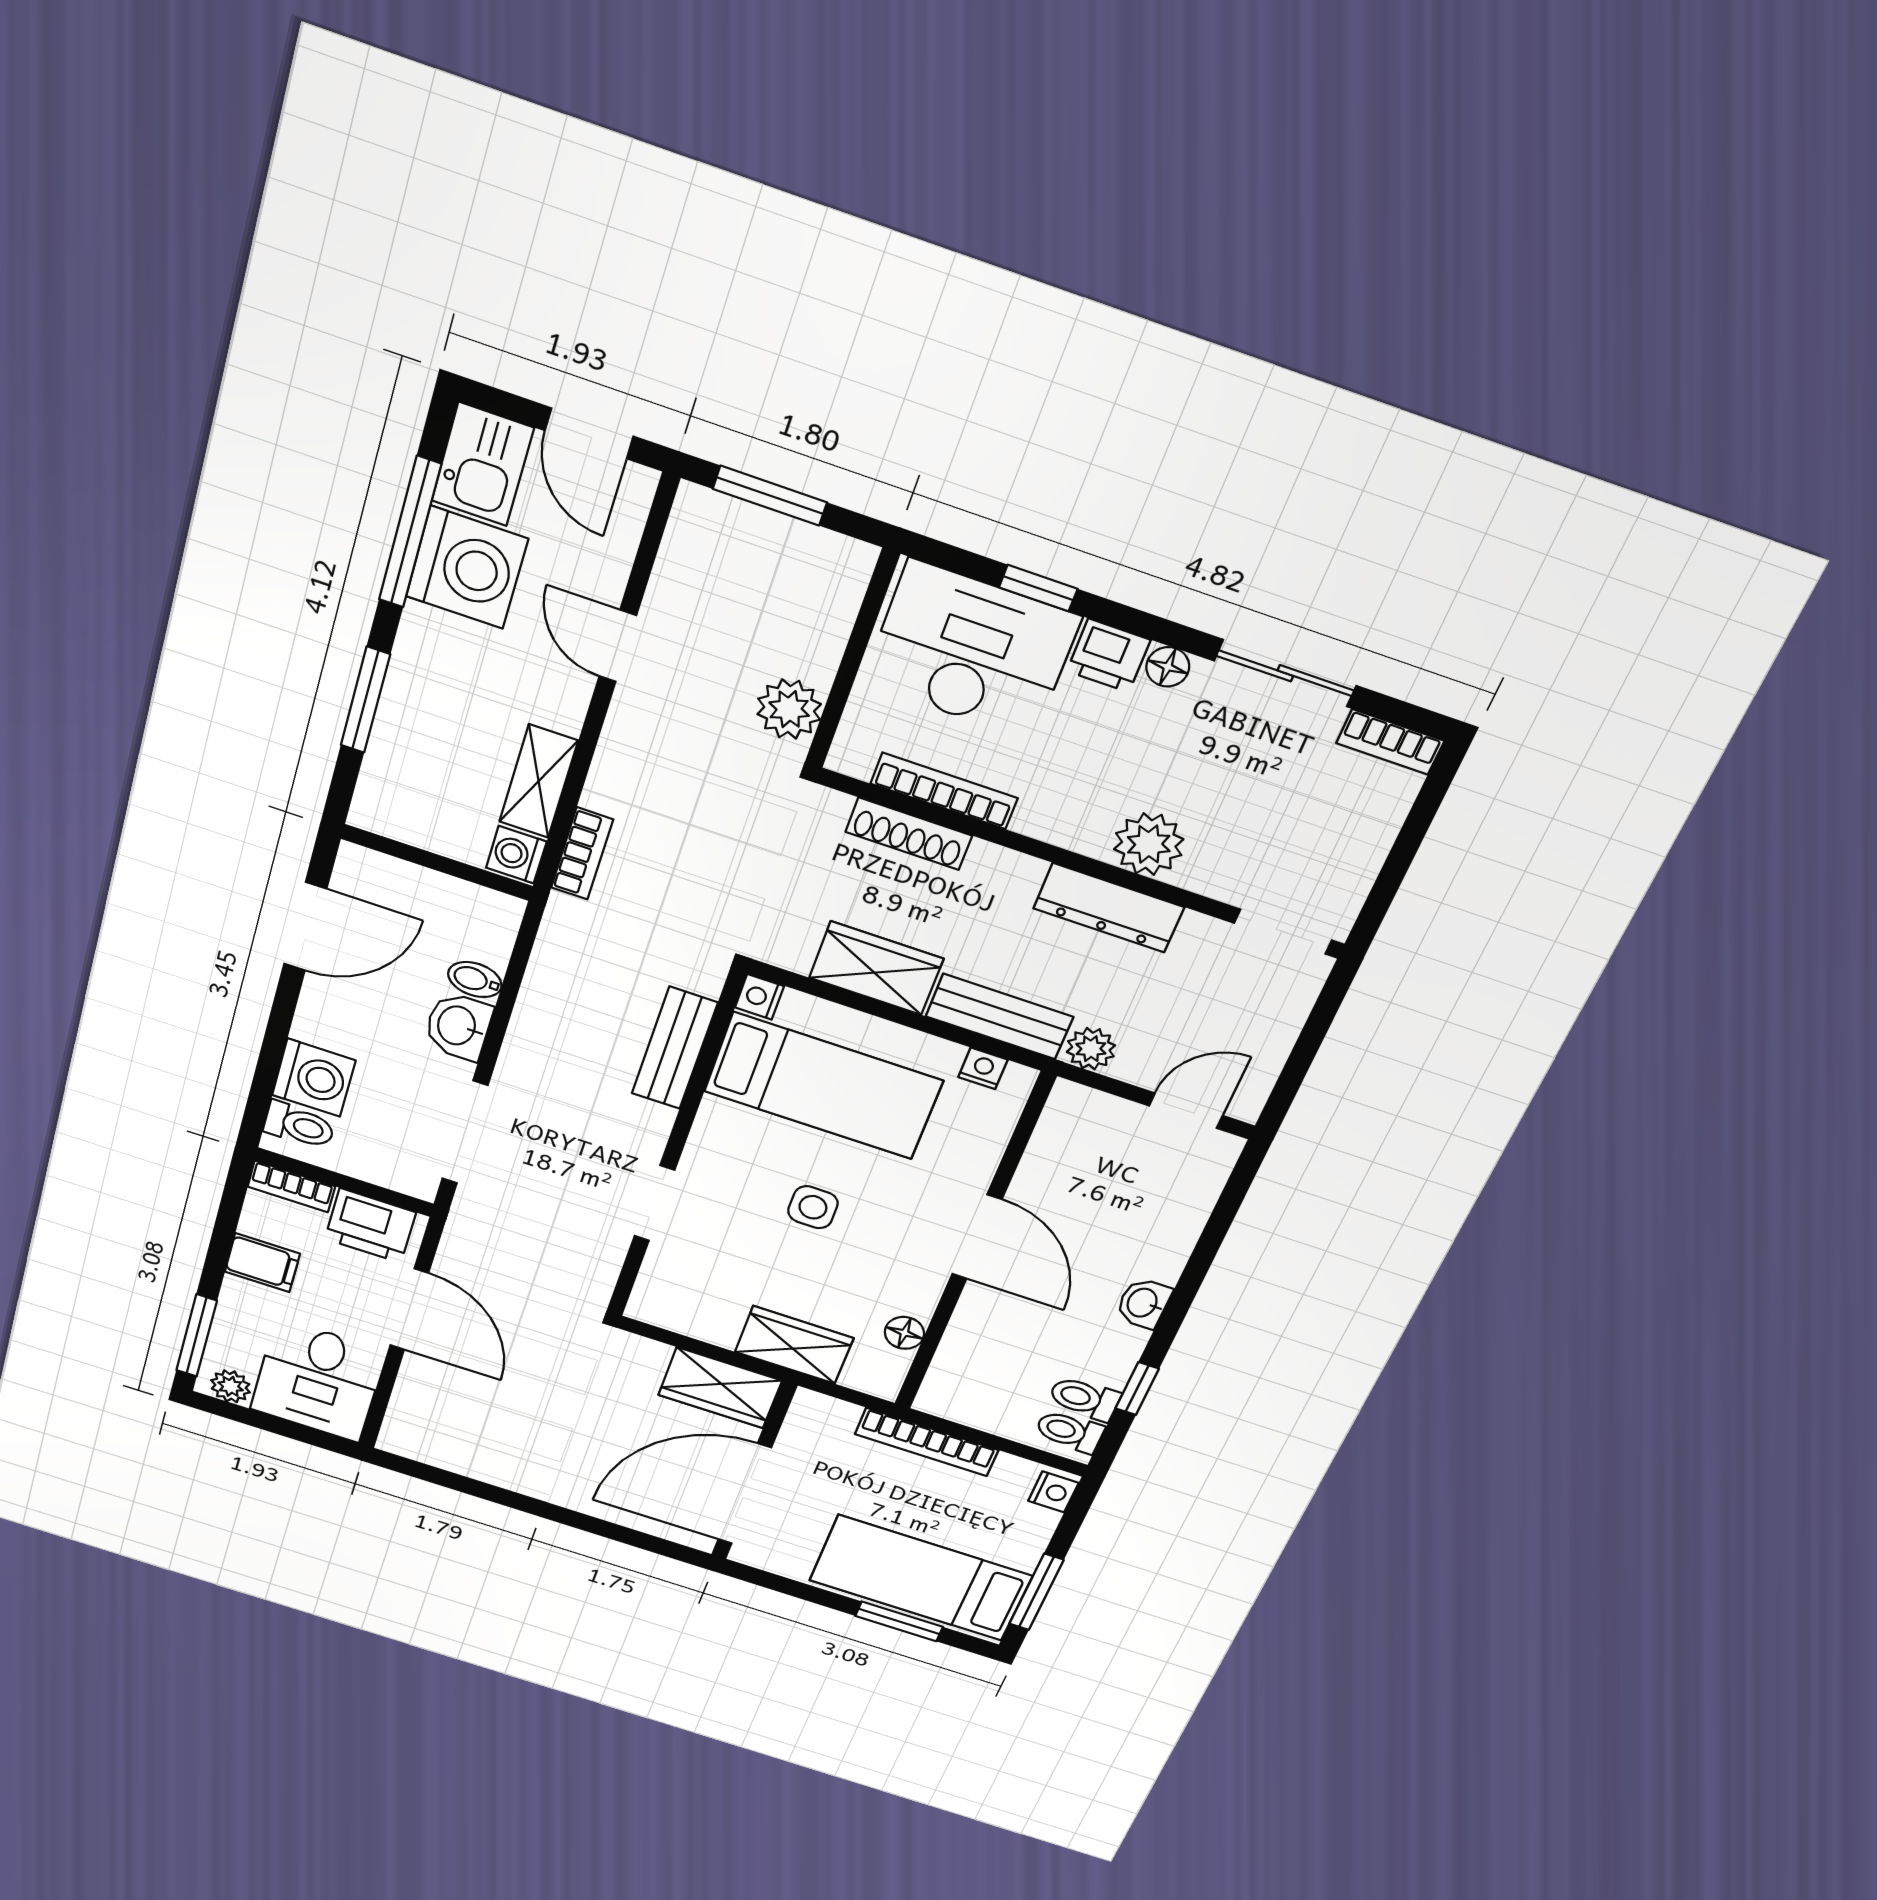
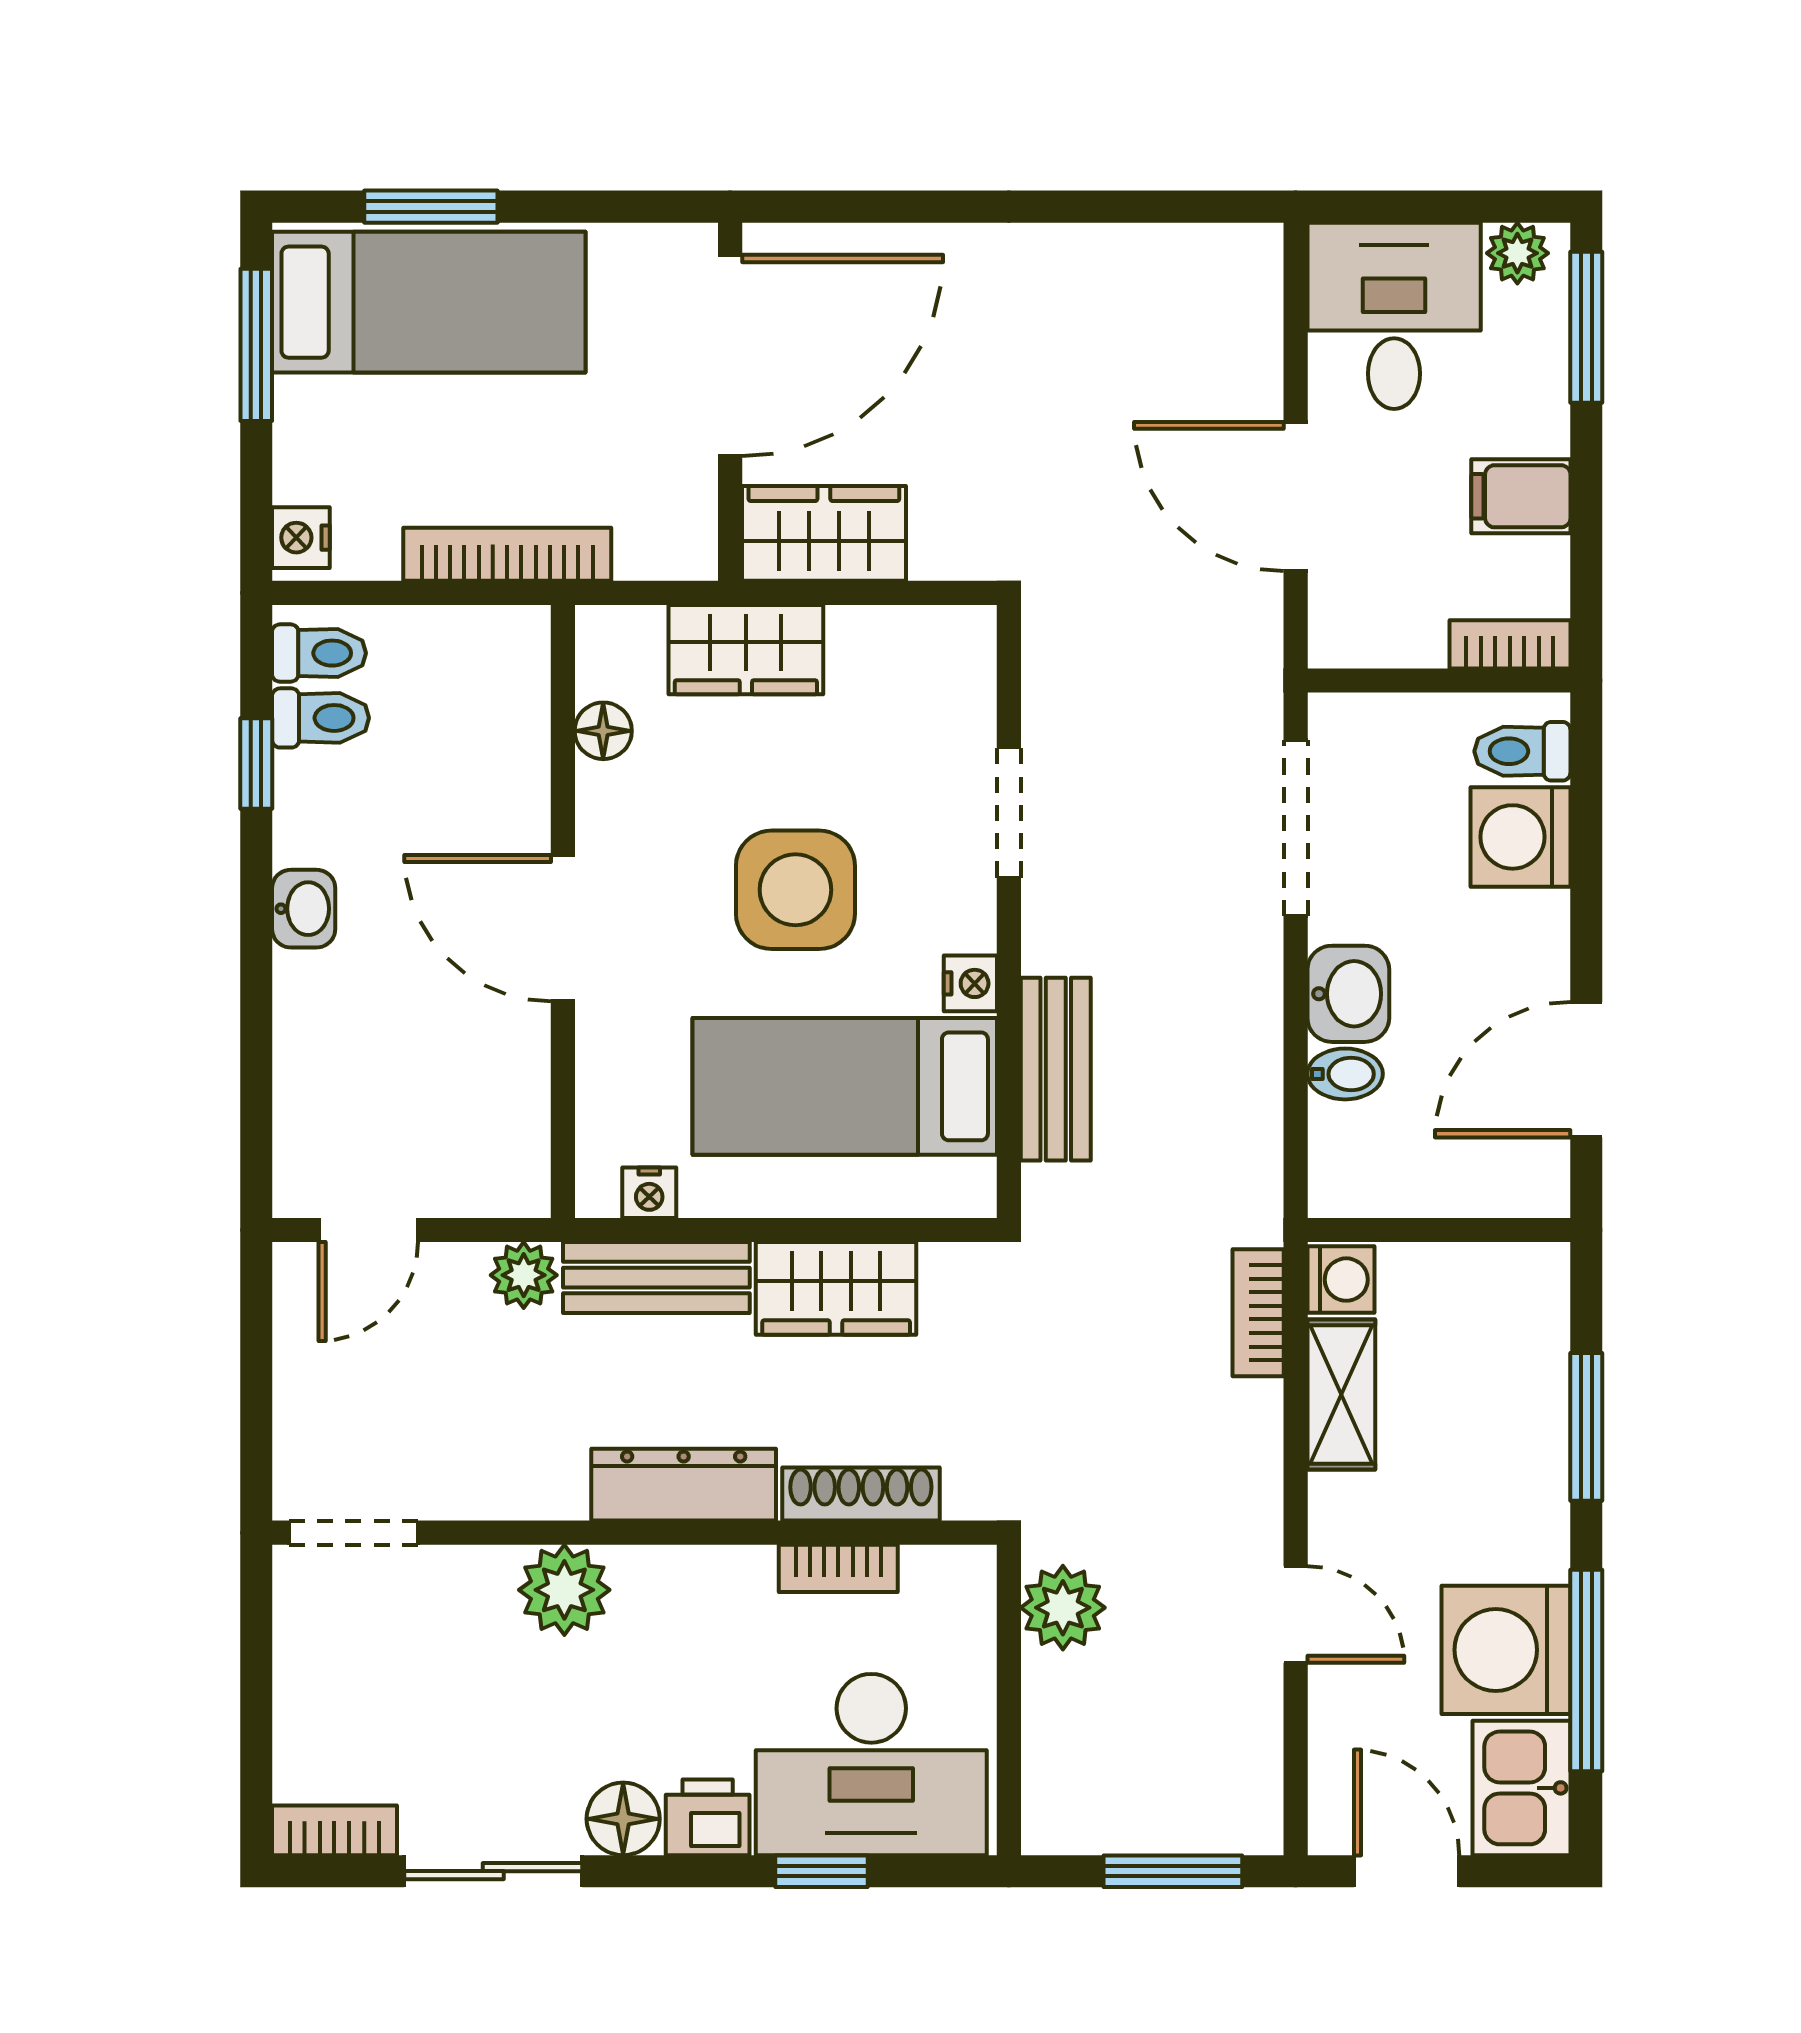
floor lamp: (1168, 667) -> (623, 1819), width x1.37, depth x1.37
bookcase: (944, 791) -> (838, 1568), width x0.64
dresser: (1109, 908) -> (684, 1485), moved
nightstand: (759, 997) -> (970, 983), moved
side table: (813, 1207) -> (795, 890), width x1.87, depth x1.87
printer: (370, 1226) -> (1385, 621), removed

